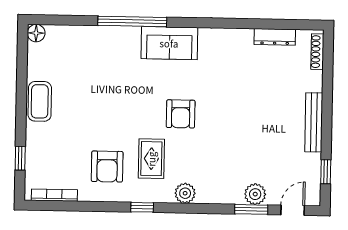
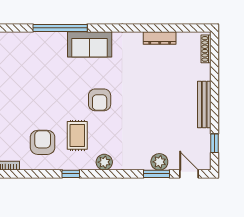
dresser: (275, 37) -> (160, 38), moved
armchair: (107, 166) -> (43, 142), turned 180
door: (293, 210) -> (189, 174), hinge flipped

